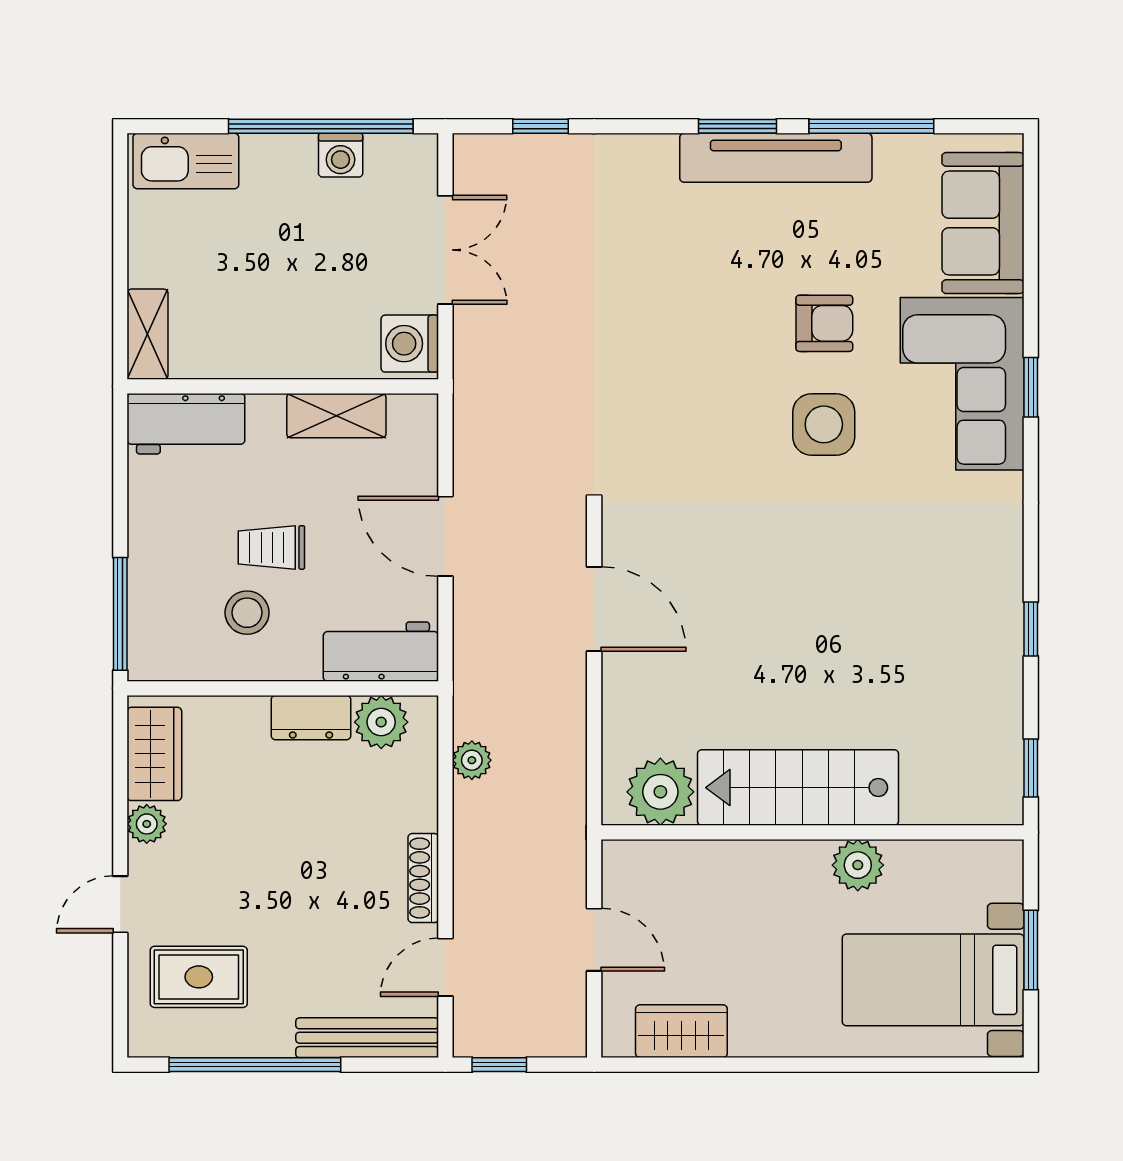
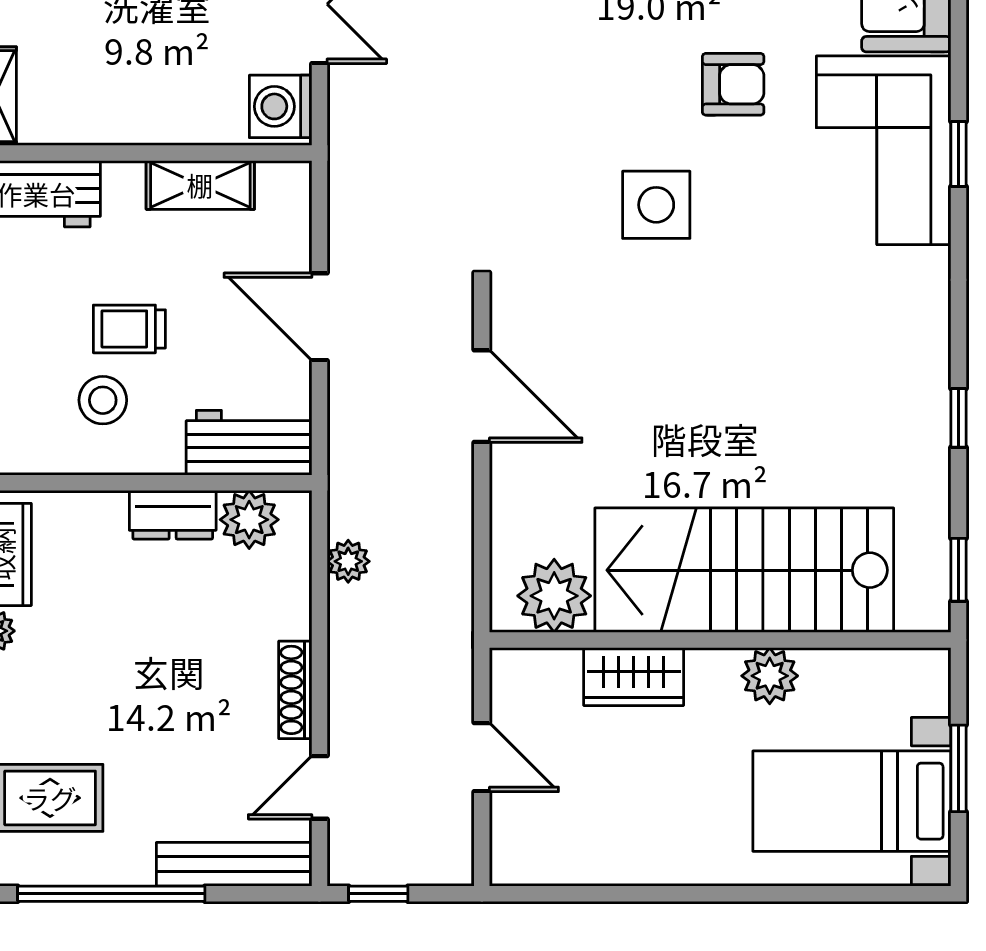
side table: (824, 424) -> (656, 205), moved
stairs: (798, 788) -> (744, 570), width x1.36, depth x1.51
wardrobe: (681, 1031) -> (634, 677), moved, turned 180

